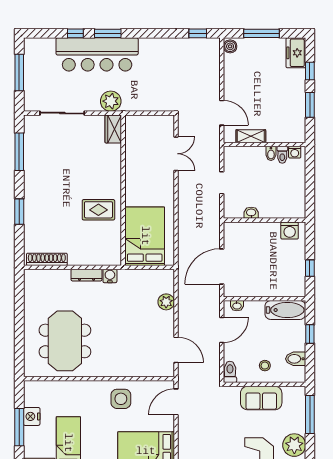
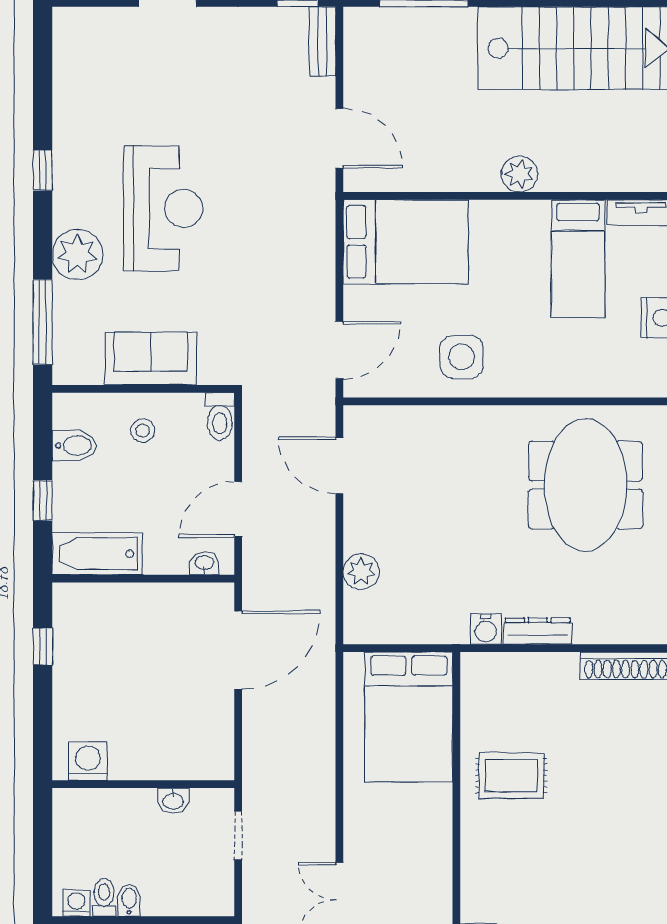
washbasin: (251, 213) -> (173, 801), moved
wall: (265, 220) -> (143, 784), moved
washing machine: (290, 231) -> (88, 761), moved

